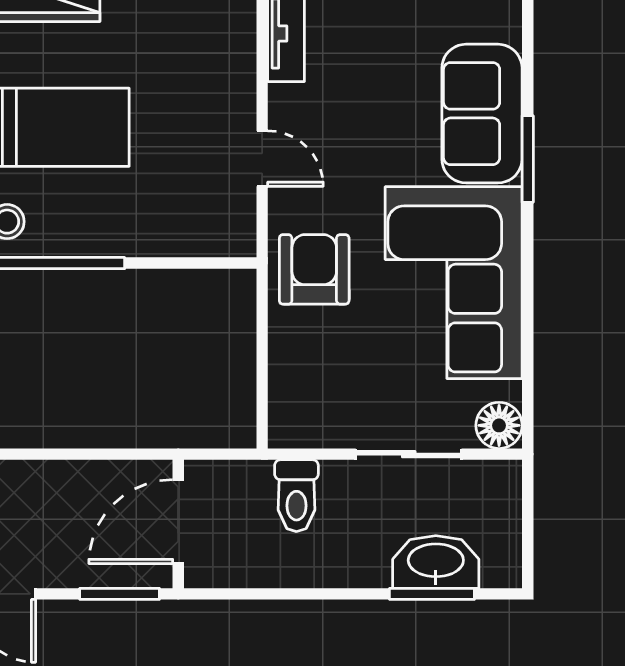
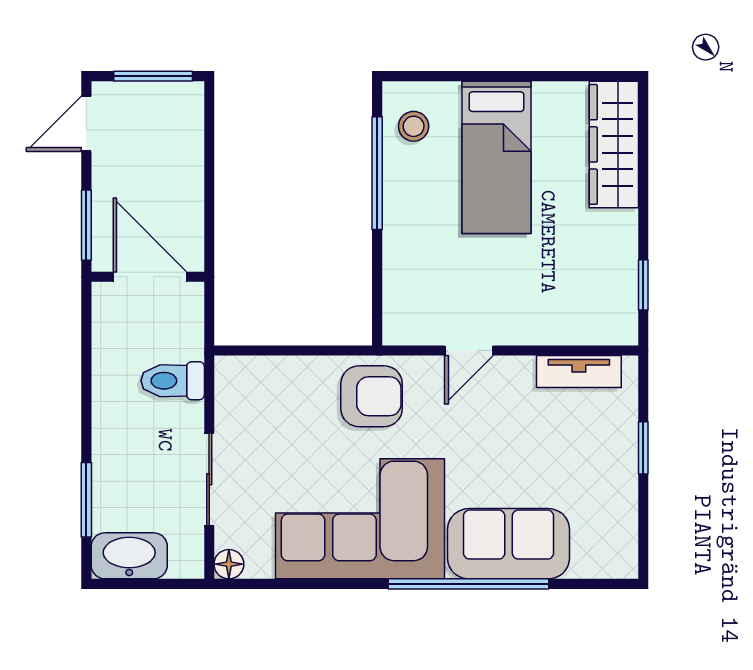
window: (528, 159) -> (469, 584), width x2.11
floor lamp: (499, 425) -> (229, 564), width x0.73, depth x0.73
washbasin: (436, 562) -> (129, 556), moved, turned -90

